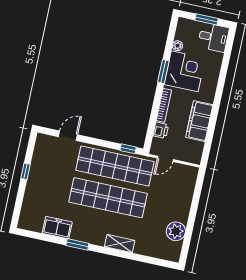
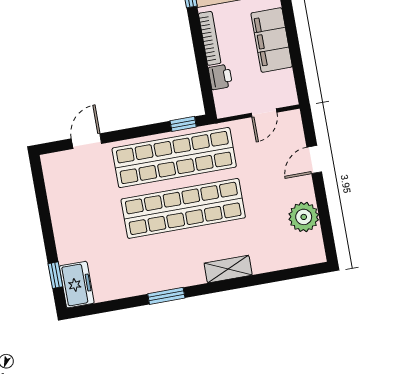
door: (165, 159) -> (264, 113), moved
window: (26, 171) -> (55, 275), moved
door: (196, 201) -> (314, 160), added
freezer: (57, 228) -> (77, 285), moved, turned 90

